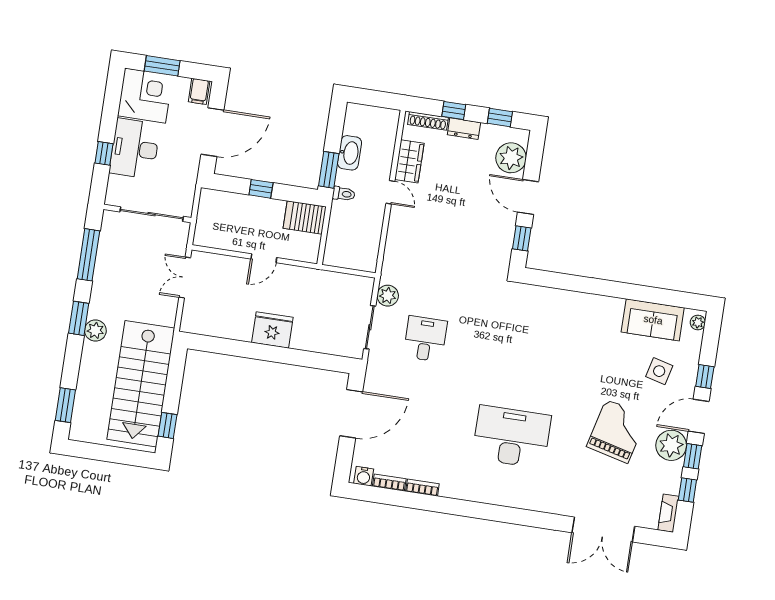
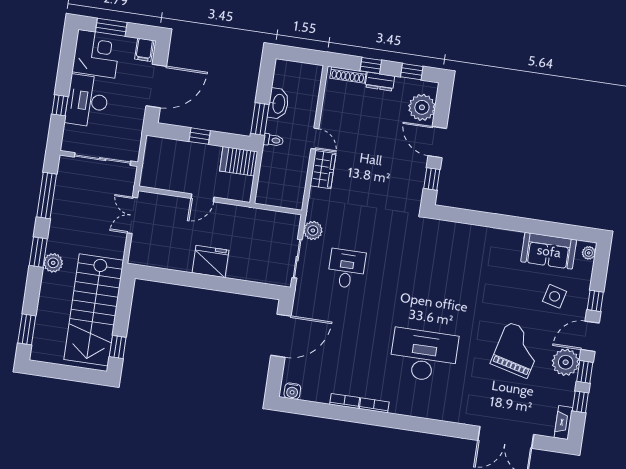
wardrobe: (409, 161) -> (323, 170), moved
bookcase: (389, 483) -> (374, 405), moved

